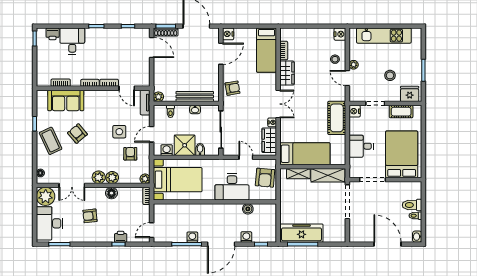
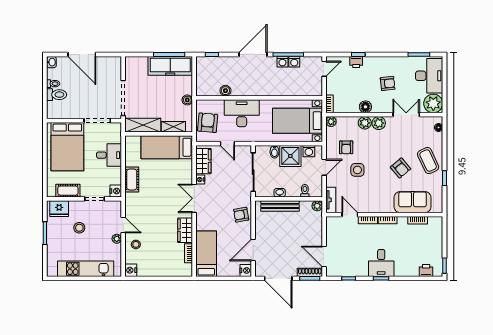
desk: (72, 41) -> (381, 263), moved
cot: (337, 118) -> (132, 179), width x0.73, depth x0.75
boiler: (285, 200) -> (187, 100), added
washing machine: (246, 237) -> (294, 62), moved

